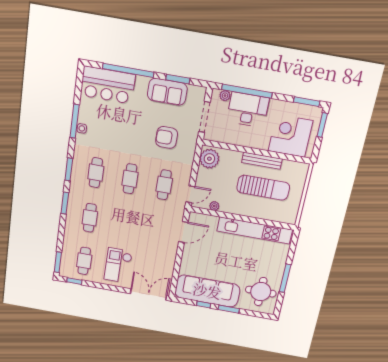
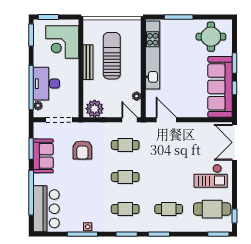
cafe table: (84, 261) -> (212, 209), width x1.37, depth x1.35
window: (285, 278) -> (179, 17), moved

